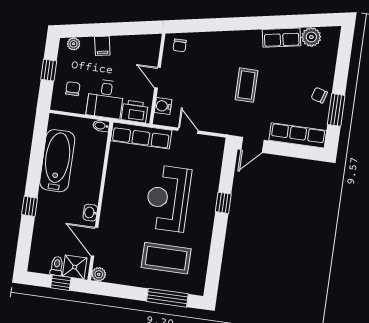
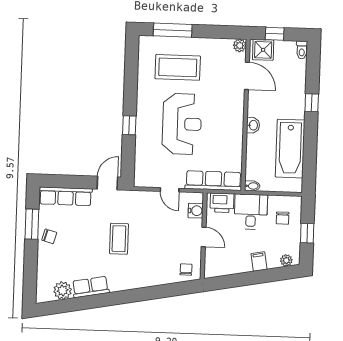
washbasin: (90, 213) -> (253, 125), moved
toilet: (57, 266) -> (302, 50), moved

